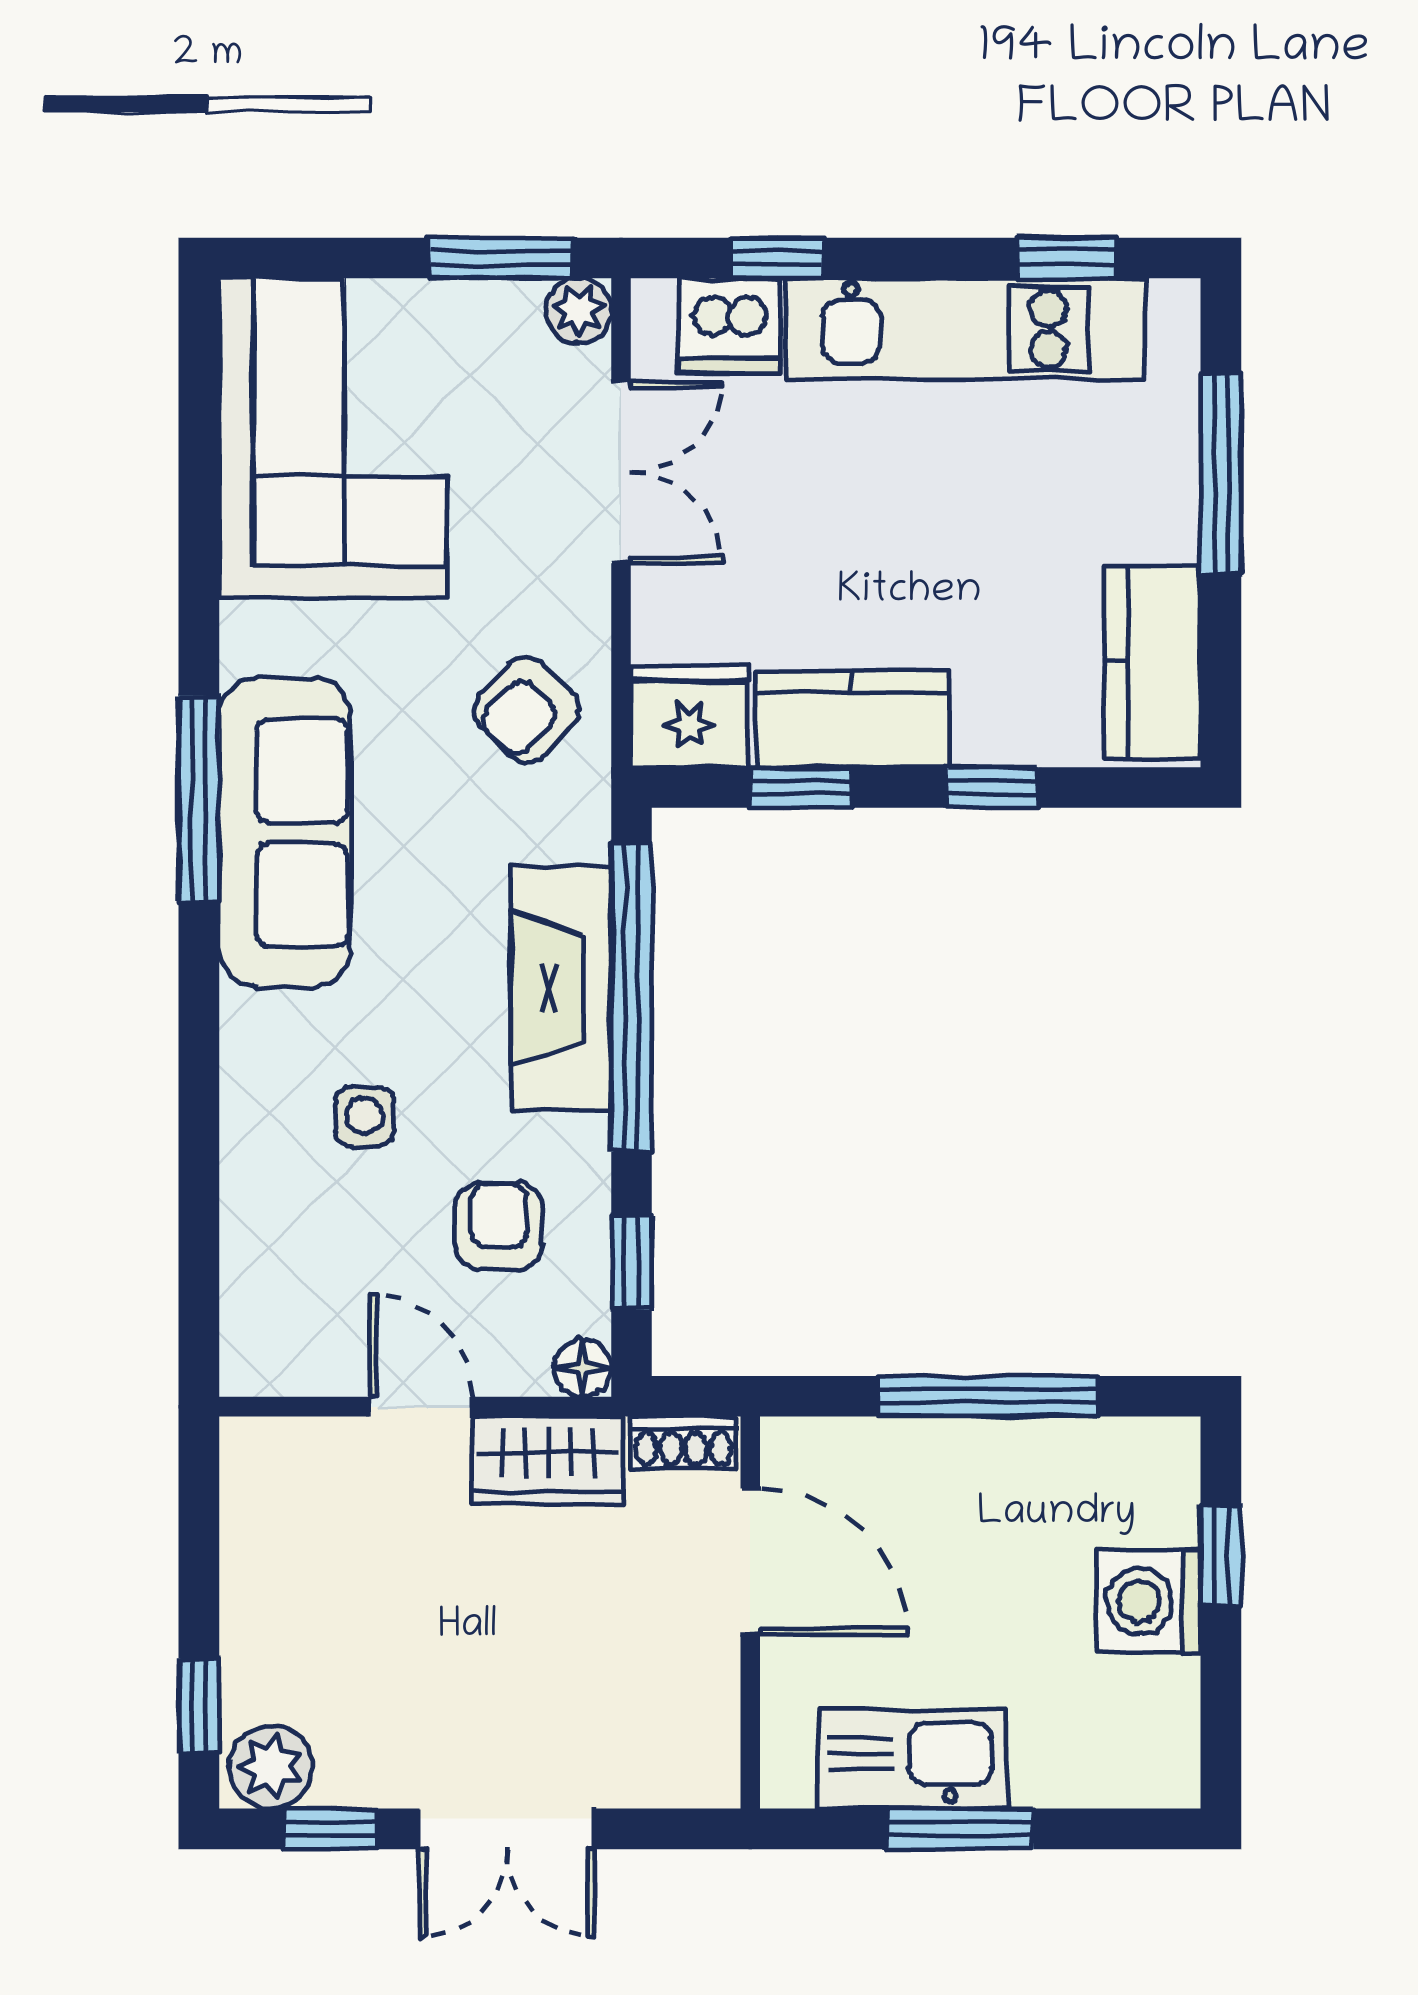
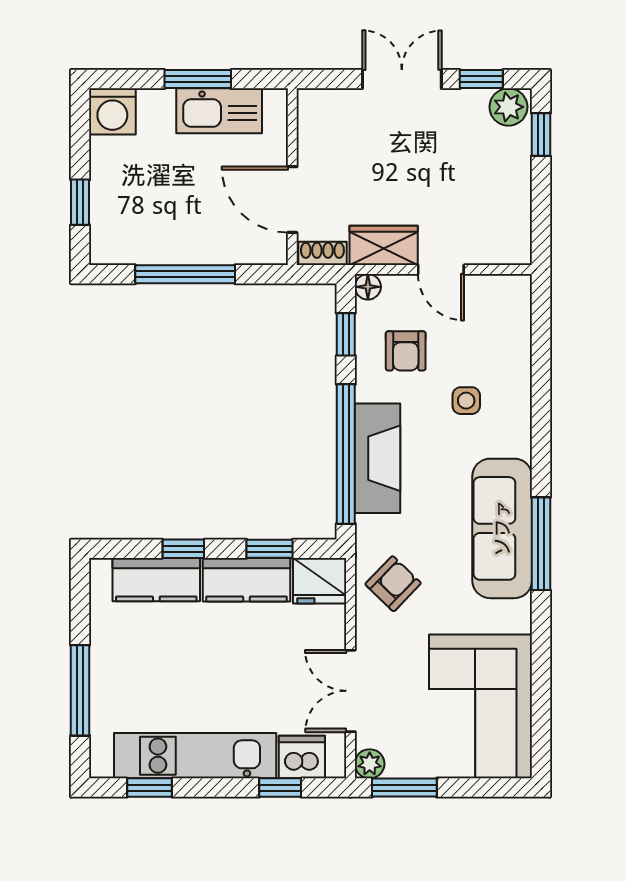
kitchen counter: (1152, 662) -> (156, 580), moved, turned 90
washing machine: (1149, 1601) -> (112, 111), moved, turned 90

